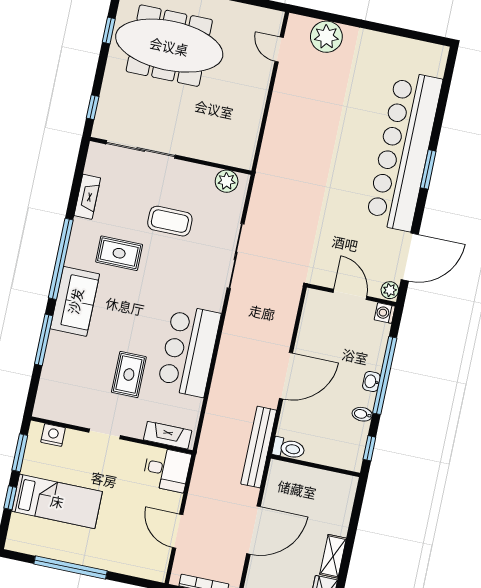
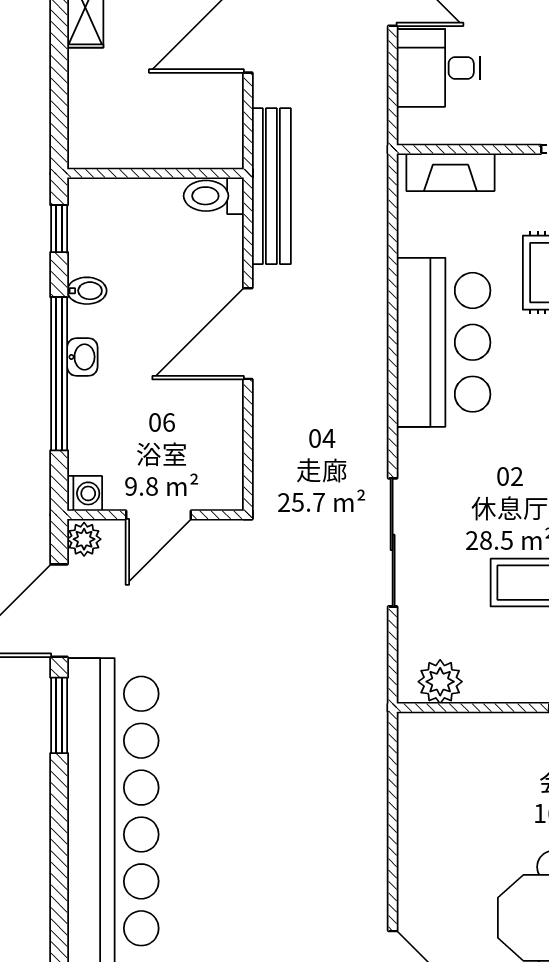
window: (428, 169) -> (59, 715), moved
door: (350, 294) -> (159, 515), hinge flipped
desk: (167, 469) -> (439, 68), moved

